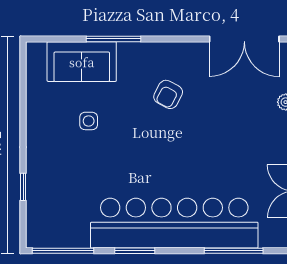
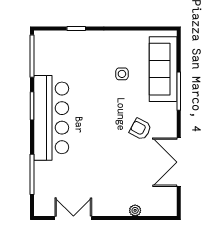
double door: (244, 39) -> (179, 162), moved
sofa: (82, 62) -> (163, 69), width x1.36
bar counter: (174, 223) -> (51, 118), width x0.73

